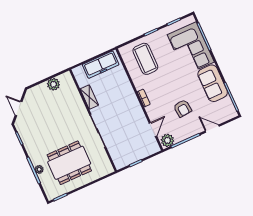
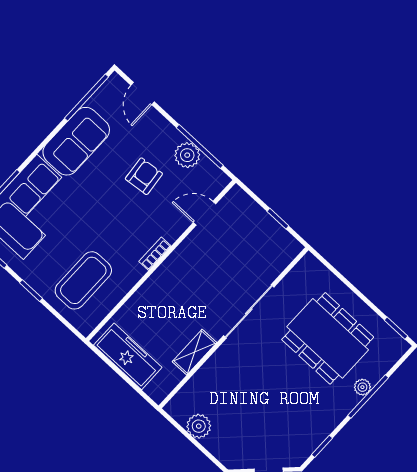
door: (212, 129) -> (143, 94), moved
plant: (167, 140) -> (187, 155), moved

